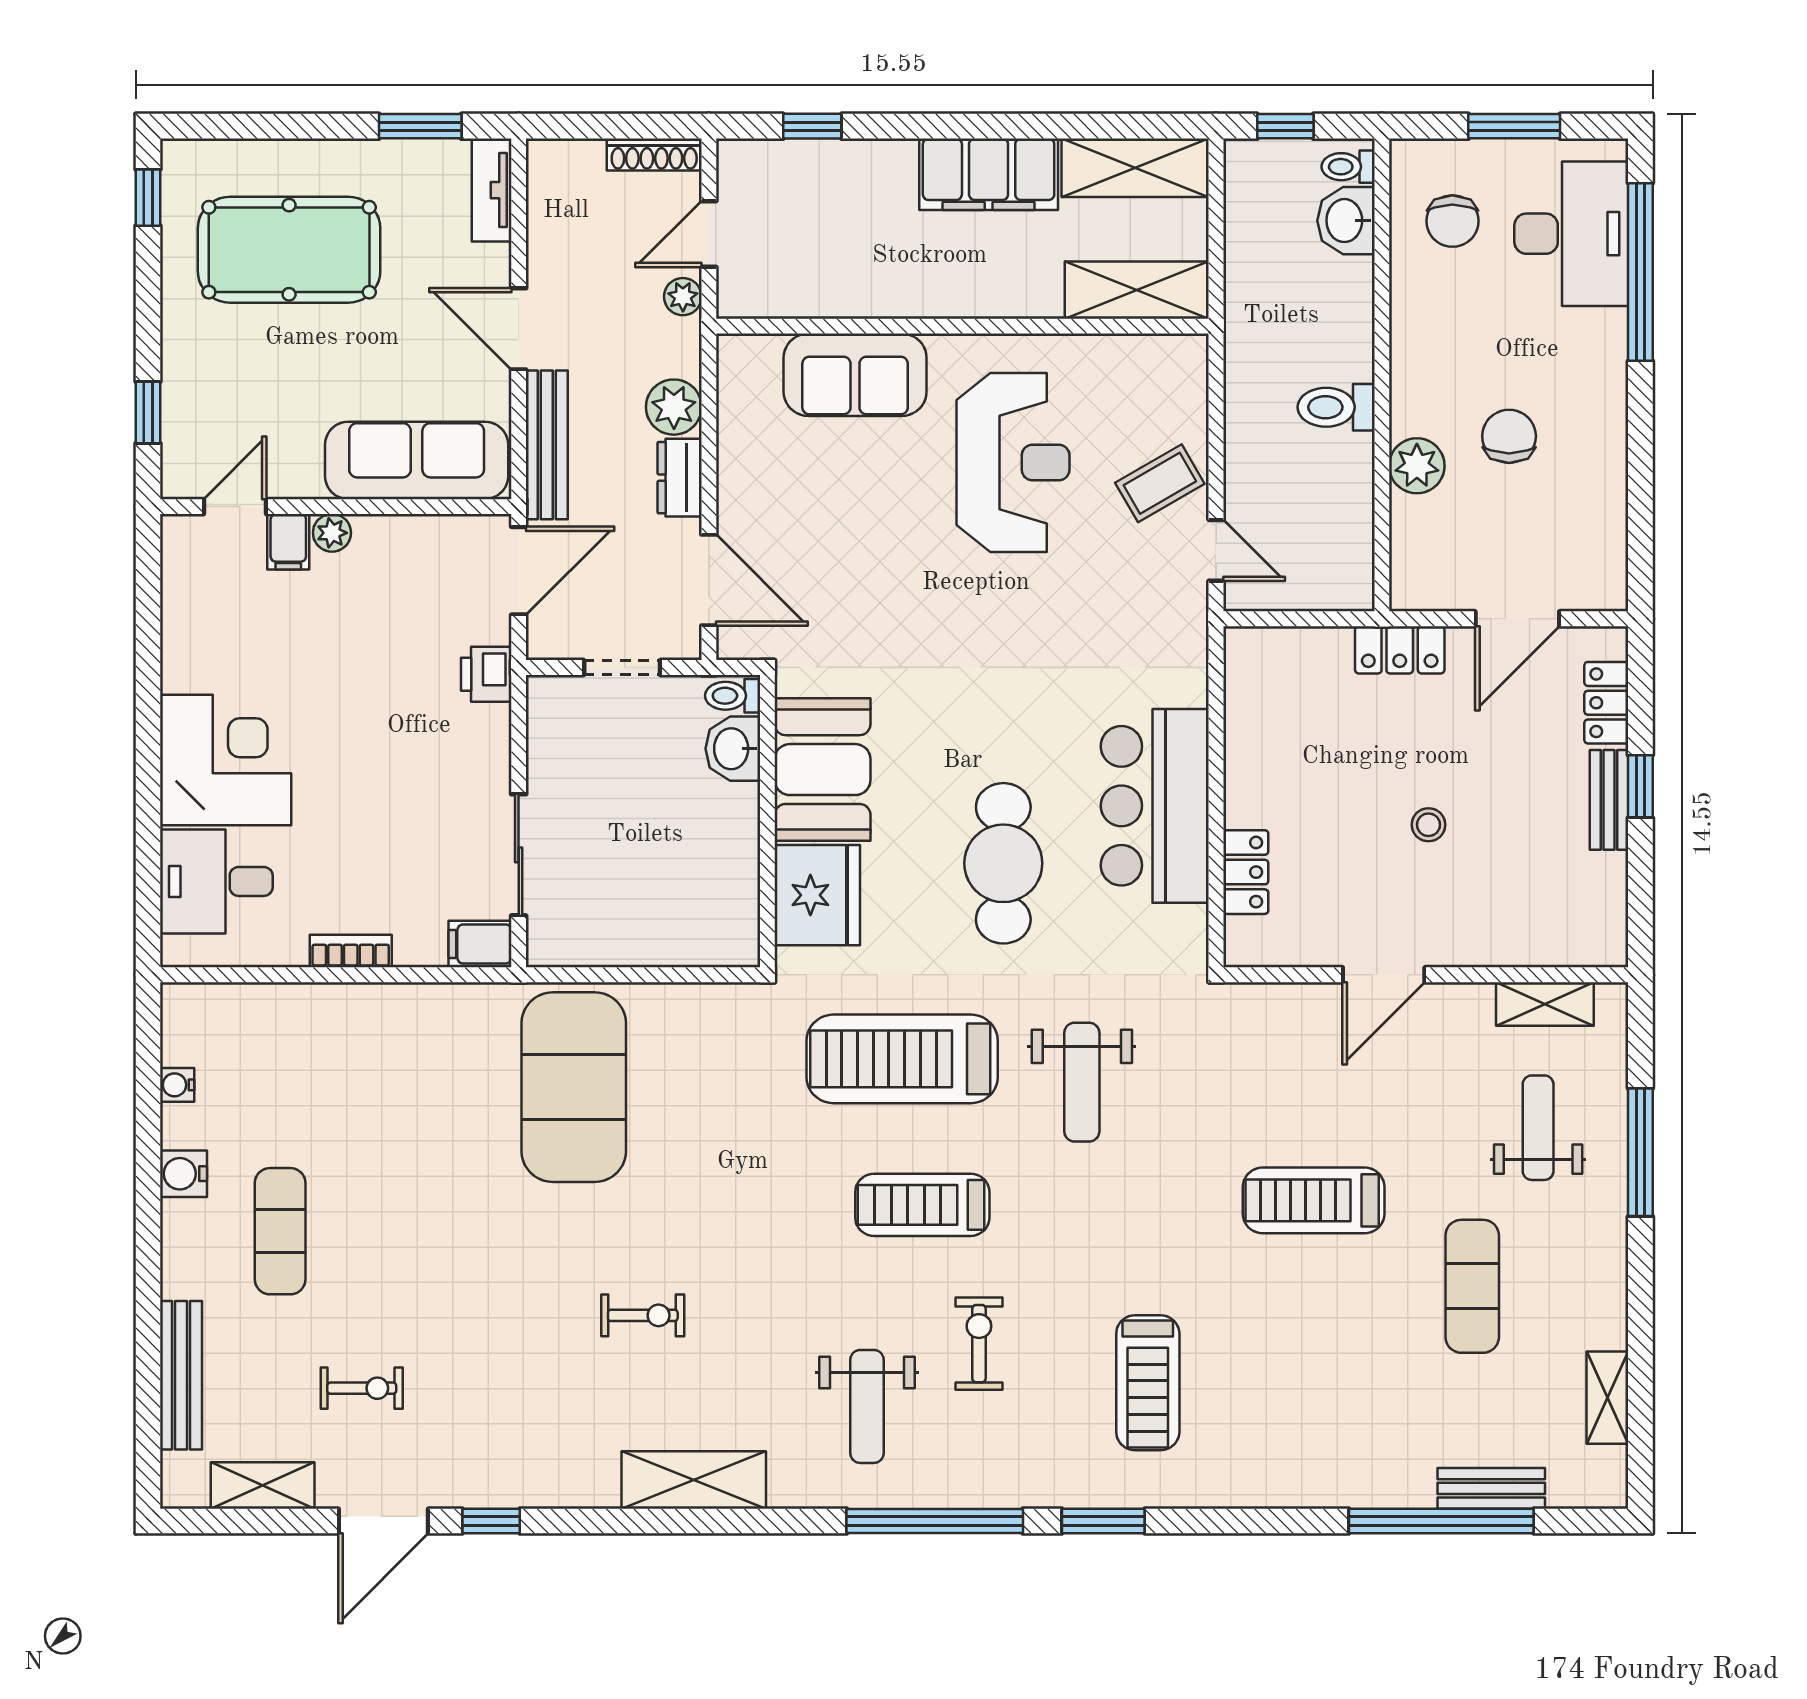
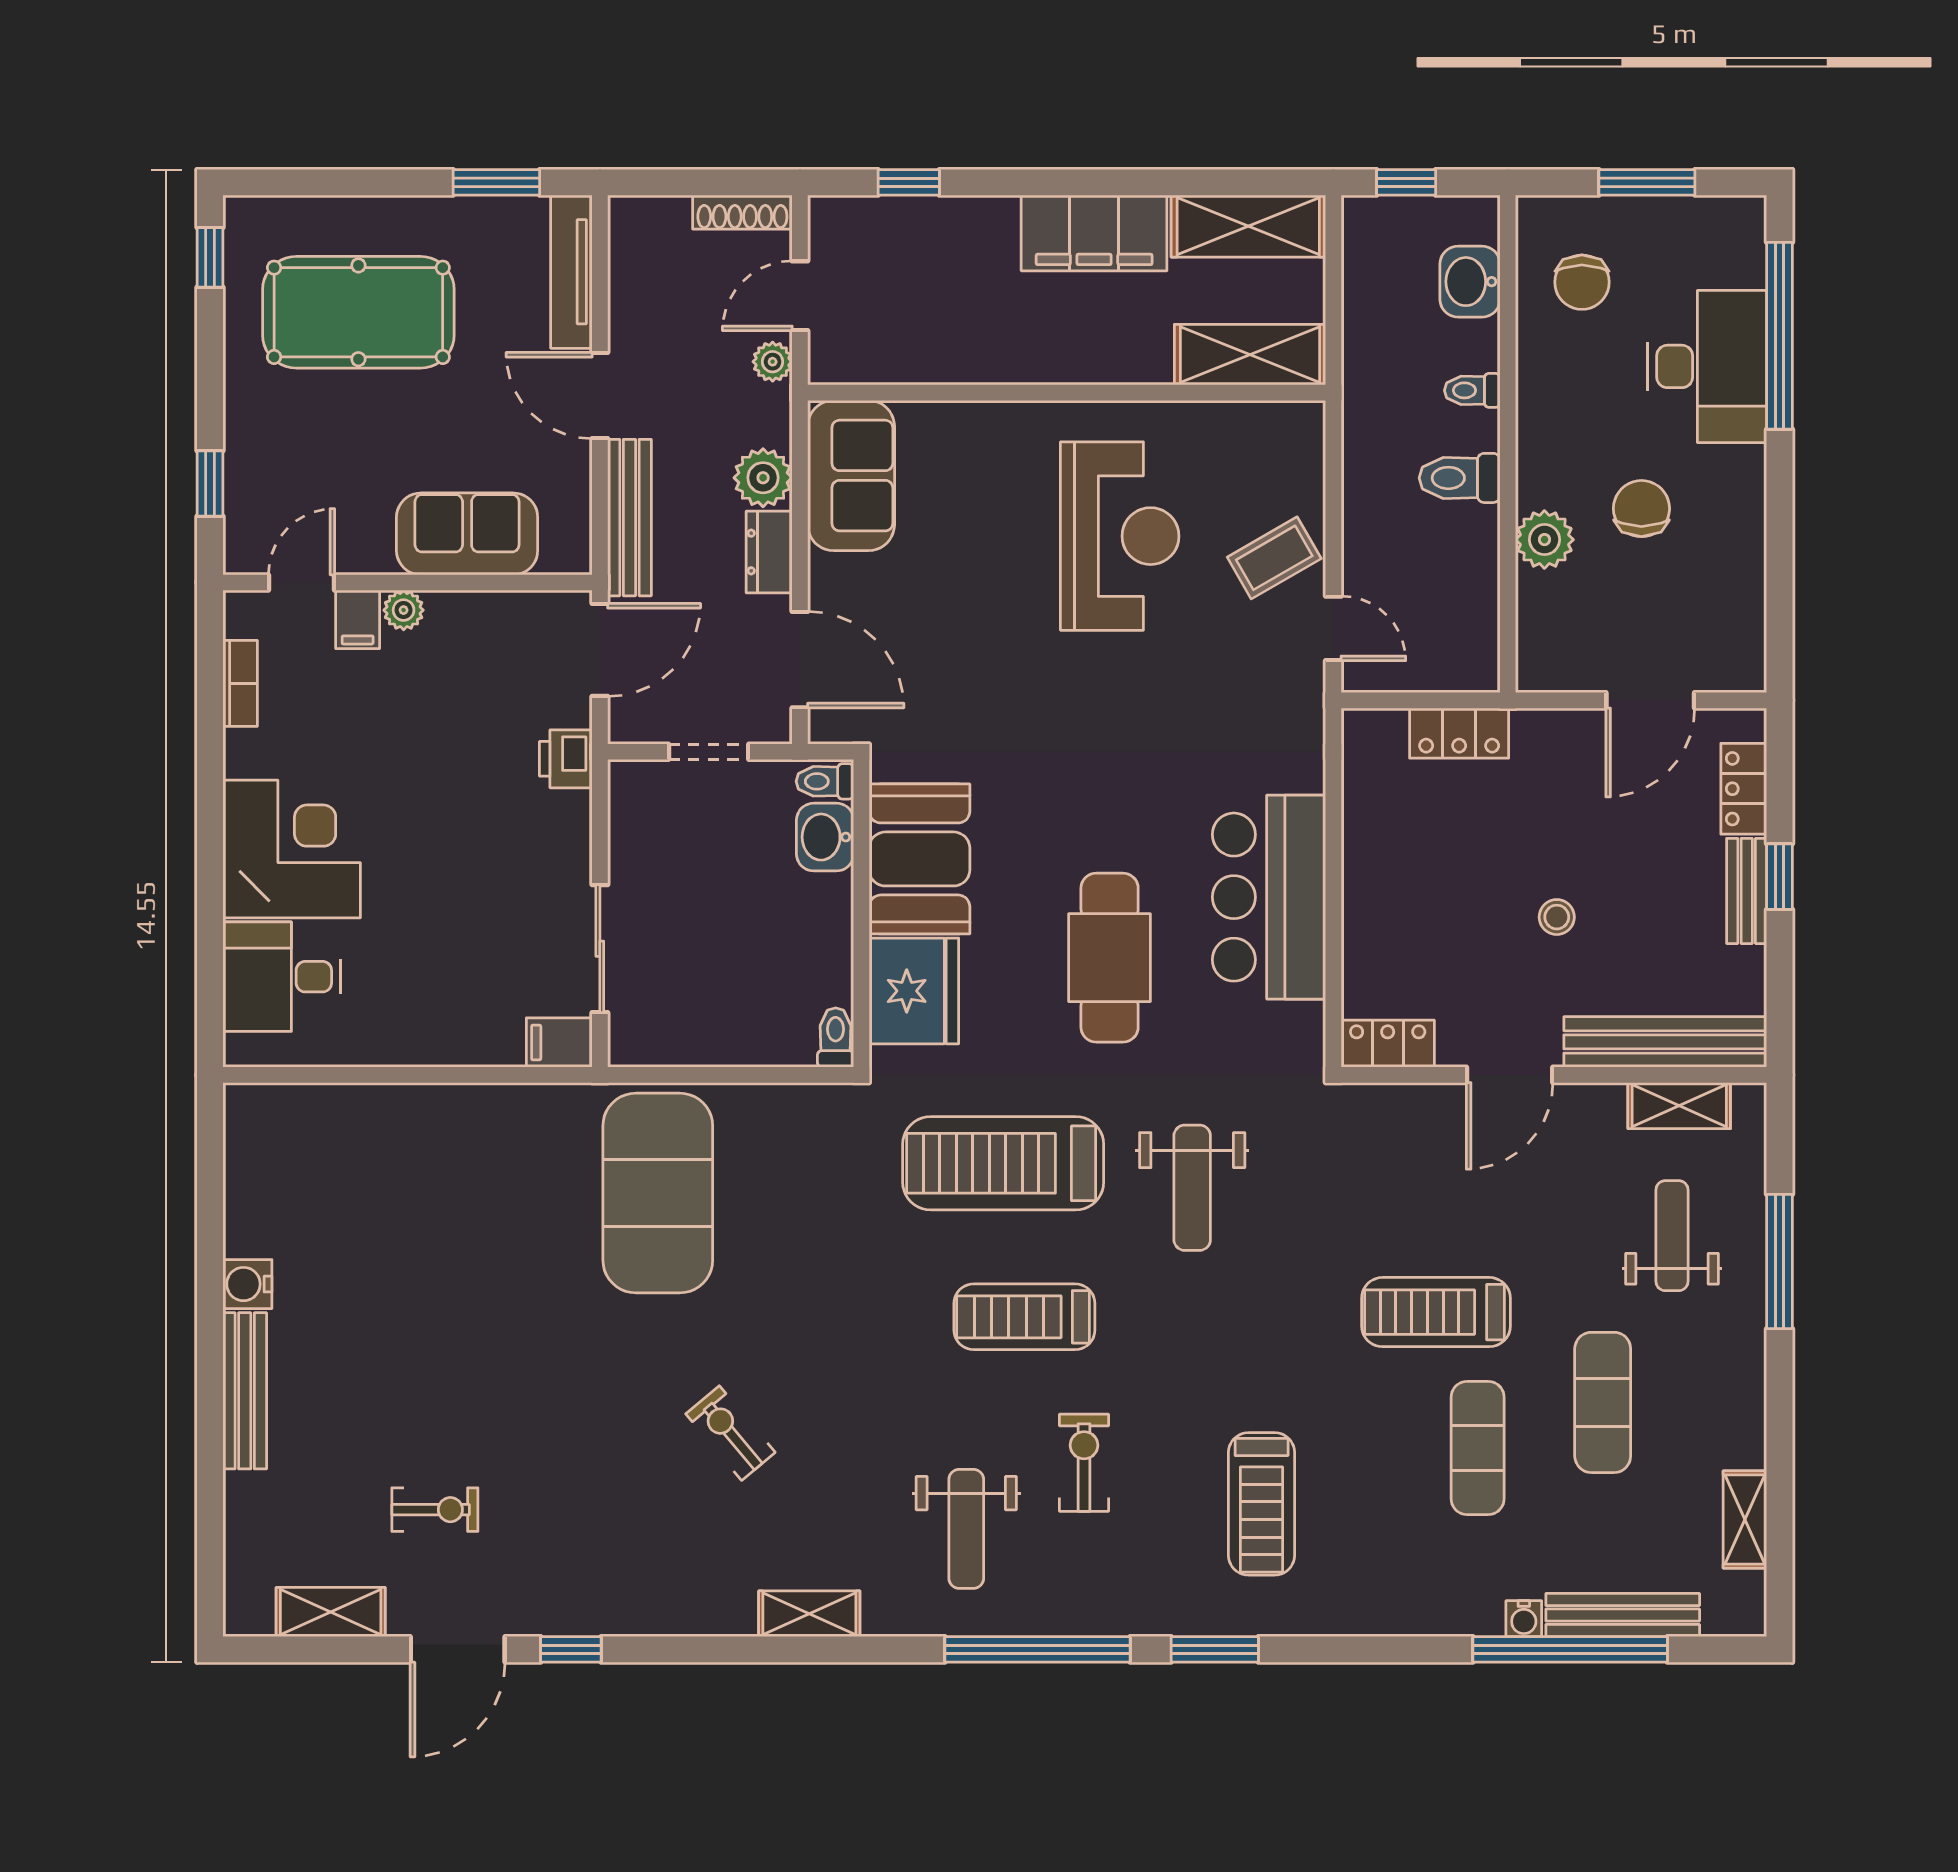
toilet: (1348, 167) -> (1472, 390), moved
tv unit: (492, 190) -> (571, 272), width x1.41
desk: (1571, 234) -> (1707, 366), moved
sofa: (855, 375) -> (851, 476), moved, turned -90
sofa: (417, 460) -> (467, 534), width x0.73
locker: (1400, 650) -> (1459, 733), moved
locker: (1246, 872) -> (1388, 1044), moved, turned -90
toilet: (743, 939) -> (836, 1037), added
bench: (1532, 943) -> (1665, 1042), added
bookcase: (351, 951) -> (240, 683), moved, turned 90
water cooler: (177, 1085) -> (1524, 1619), moved, turned -90
exercise mat: (280, 1231) -> (1478, 1448), moved
exercise bike: (643, 1315) -> (730, 1433), turned -130
bench: (181, 1375) -> (245, 1391), moved
shelving: (694, 1480) -> (809, 1614), width x0.67, depth x0.75
bench: (1491, 1488) -> (1623, 1615), width x1.36

